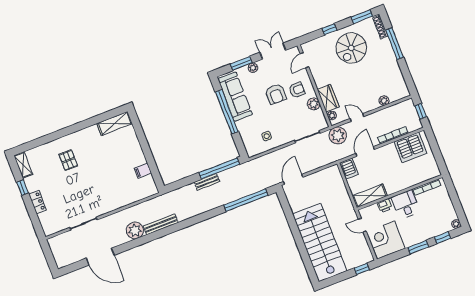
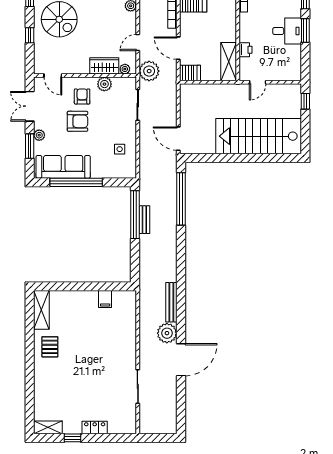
pallet: (68, 160) -> (50, 347), moved, turned 90
bench: (207, 182) -> (144, 220), moved
desk: (405, 204) -> (287, 31), moved, turned 180
corner desk: (386, 240) -> (284, 63), removed
door: (100, 257) -> (181, 360), moved

